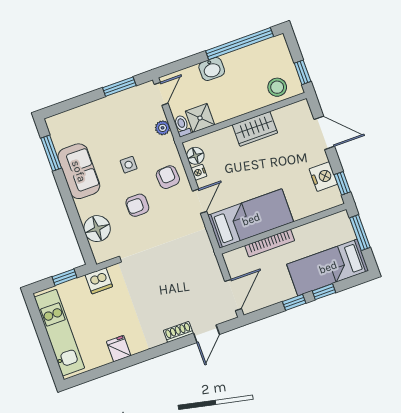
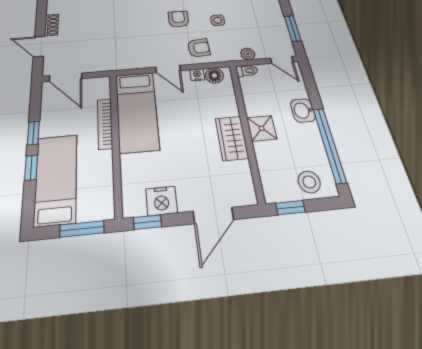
stool: (277, 87) -> (309, 182), moved
shower: (200, 118) -> (262, 128), moved

